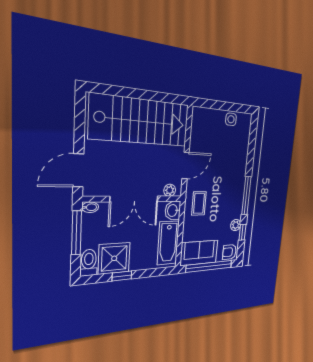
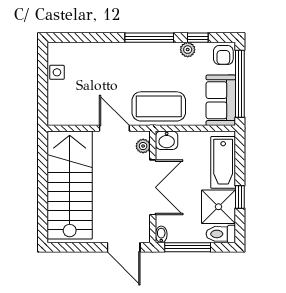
coffee table: (199, 203) -> (159, 106), width x1.86, depth x1.72
bathtub: (168, 243) -> (223, 162), moved, turned 90

